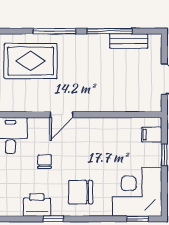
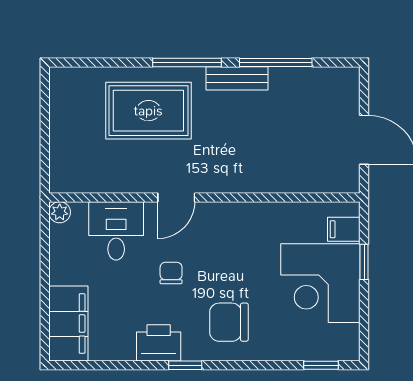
bench: (129, 41) -> (237, 78), moved
door: (62, 115) -> (176, 197), moved
corner desk: (137, 192) -> (320, 283), moved, turned -90

